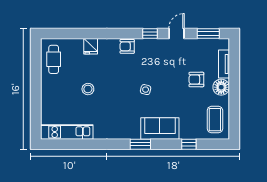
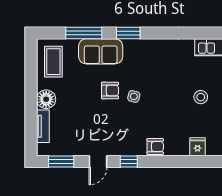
armchair: (196, 80) -> (110, 90), moved
sofa: (160, 128) -> (101, 51), moved
window: (140, 144) -> (128, 33), moved
window: (189, 144) -> (84, 33), width x2.17

